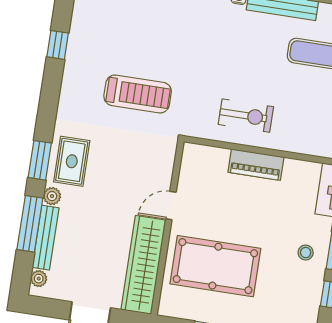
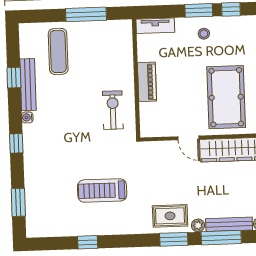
treadmill: (138, 94) -> (102, 190), moved, turned -90
exercise bike: (246, 116) -> (113, 110), moved

